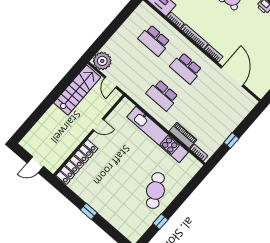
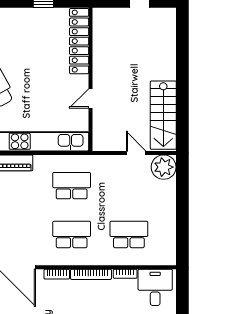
door: (98, 125) -> (90, 98), moved
wall: (89, 135) -> (90, 79), moved
locker: (77, 162) -> (79, 41), moved

